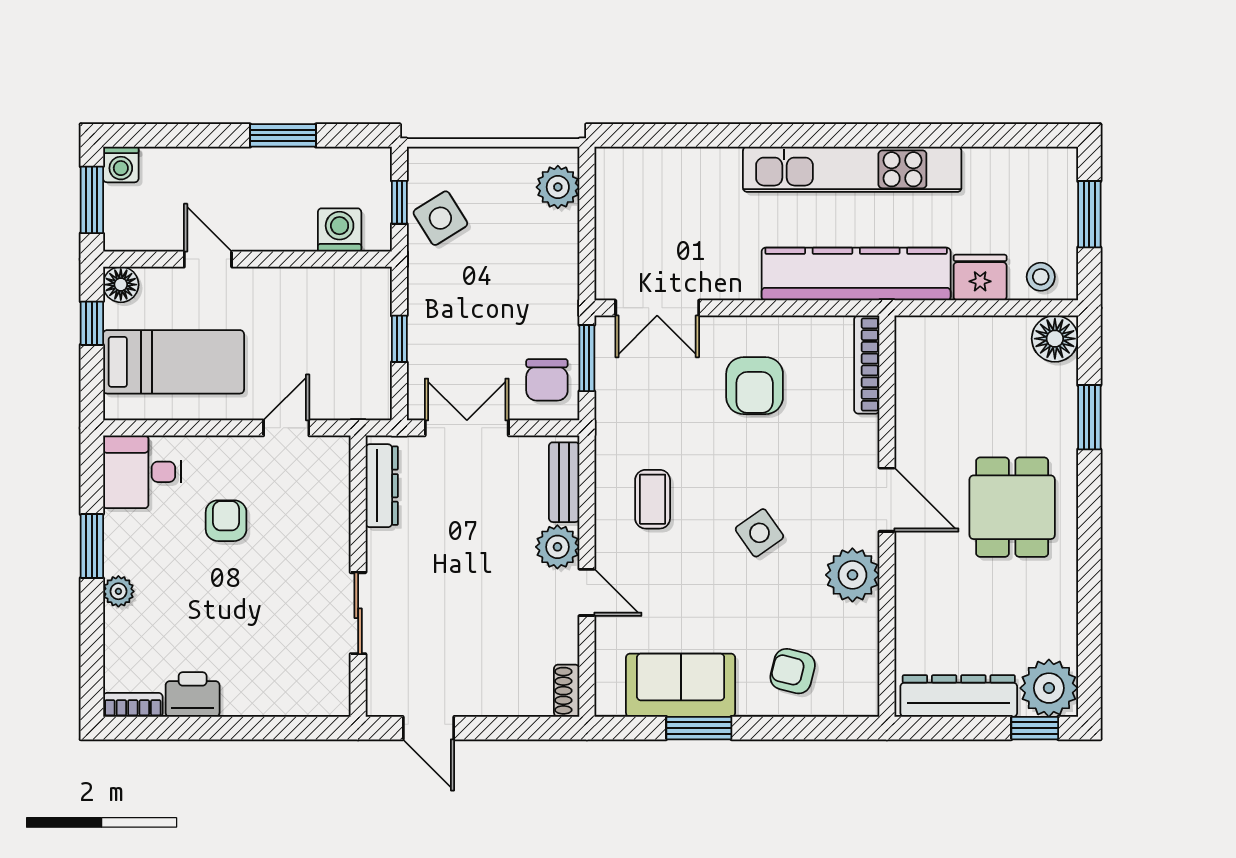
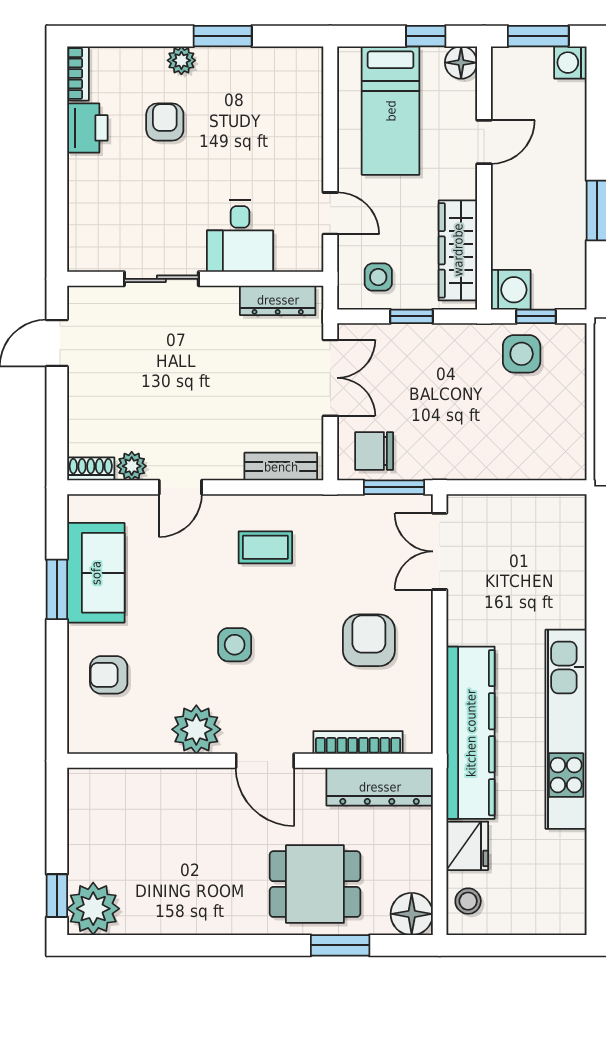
plant: (558, 187) -> (550, 461), removed
window: (1089, 214) -> (525, 945), removed
side table: (440, 218) -> (522, 354), turned 32
washing machine: (340, 230) -> (511, 290), moved
wardrobe: (327, 288) -> (458, 250), added
bookcase: (867, 365) -> (358, 742), moved
side table: (356, 375) -> (378, 277), added
armchair: (755, 386) -> (369, 640), turned 90
desk: (142, 472) -> (240, 236), moved, turned 180
door: (887, 500) -> (265, 761), hinge flipped
dining table: (1012, 507) -> (315, 884), moved
armchair: (226, 521) -> (165, 122), moved, turned -90
side table: (759, 533) -> (235, 645), turned 35
plant: (557, 547) -> (132, 466), moved, width x0.73, depth x0.73
armchair: (793, 671) -> (109, 675), turned -104
dresser: (959, 696) -> (380, 787), moved, turned 90

